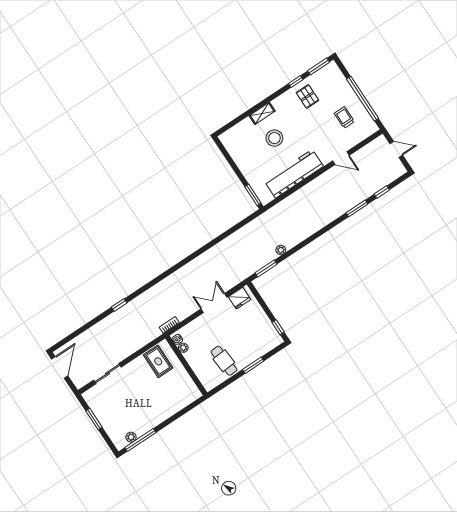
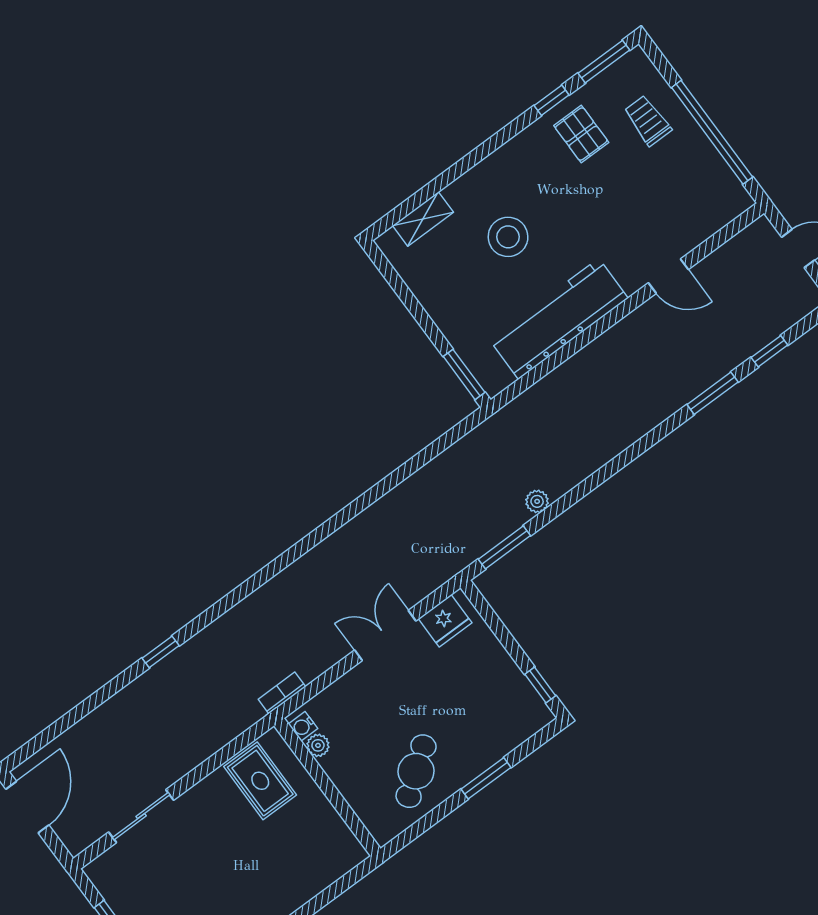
shelving: (262, 113) -> (423, 219), moved
trolley: (344, 117) -> (648, 121), moved
cafe table: (224, 361) -> (416, 771), turned 57

